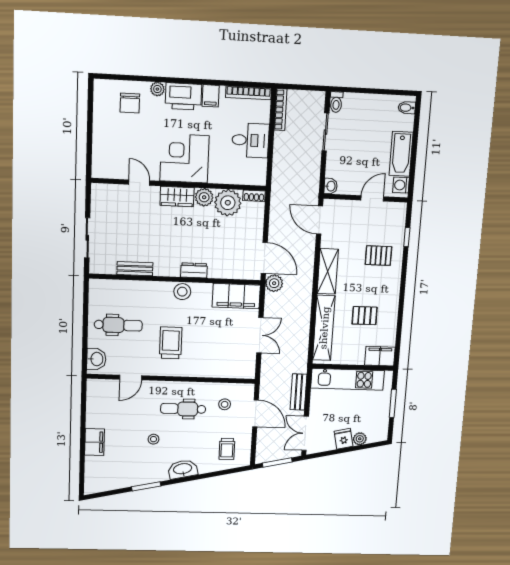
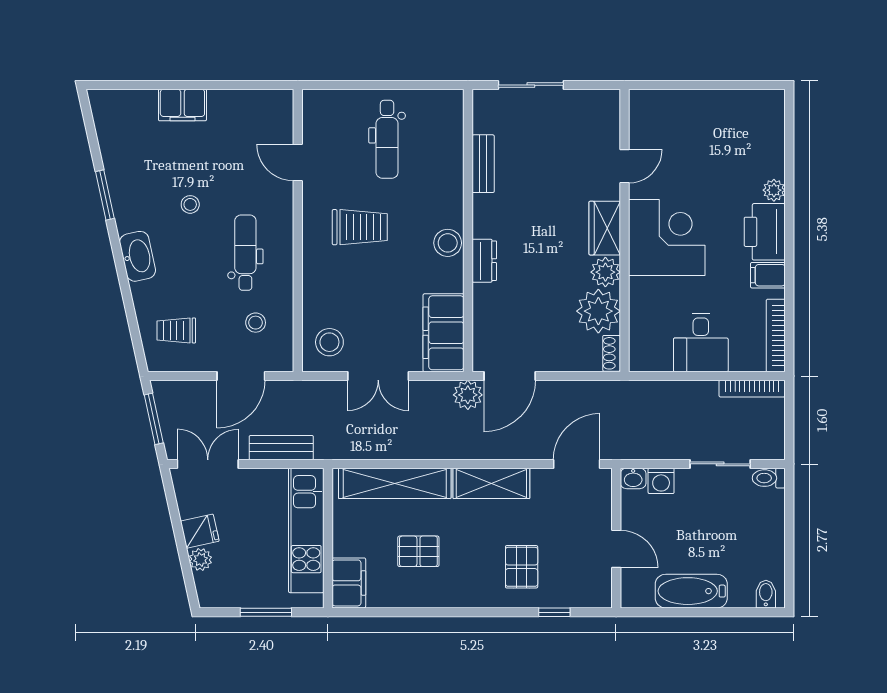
chair: (130, 103) -> (750, 147), removed
washing machine: (401, 185) -> (661, 481), moved, turned 180
pallet: (365, 316) -> (418, 551), turned 90
washbasin: (96, 359) -> (328, 105), removed
stool: (238, 363) -> (329, 342), added

